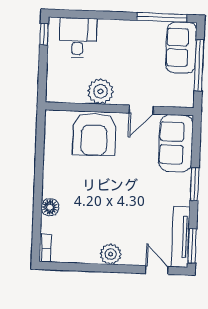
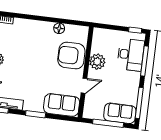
window: (93, 15) -> (145, 61), added
desk: (78, 38) -> (131, 55), width x1.37
door: (141, 110) -> (84, 86), swing flipped
floor lamp: (50, 207) -> (59, 28), moved

